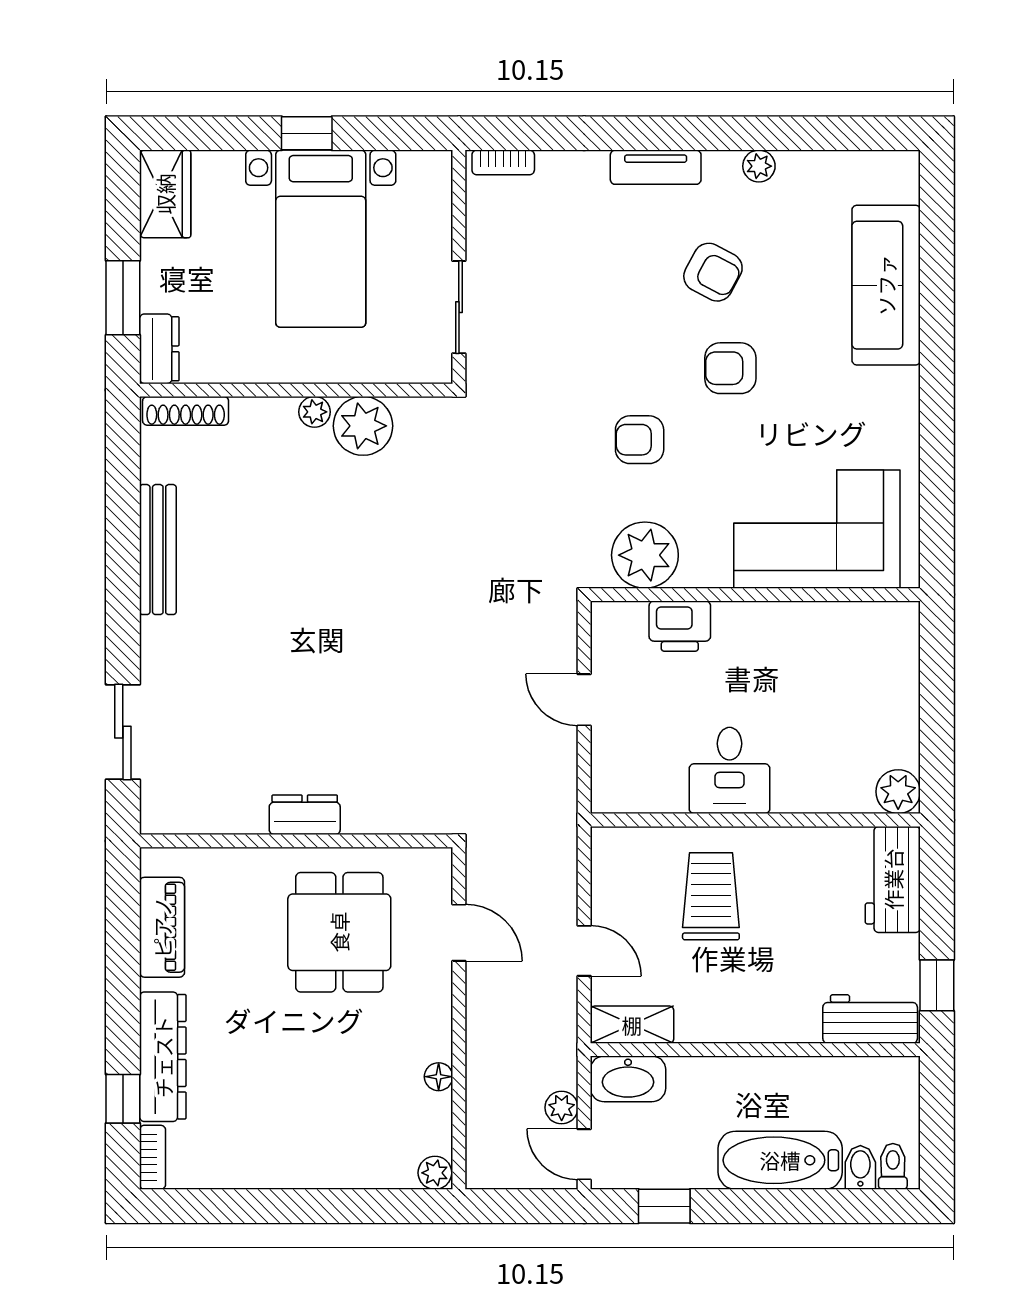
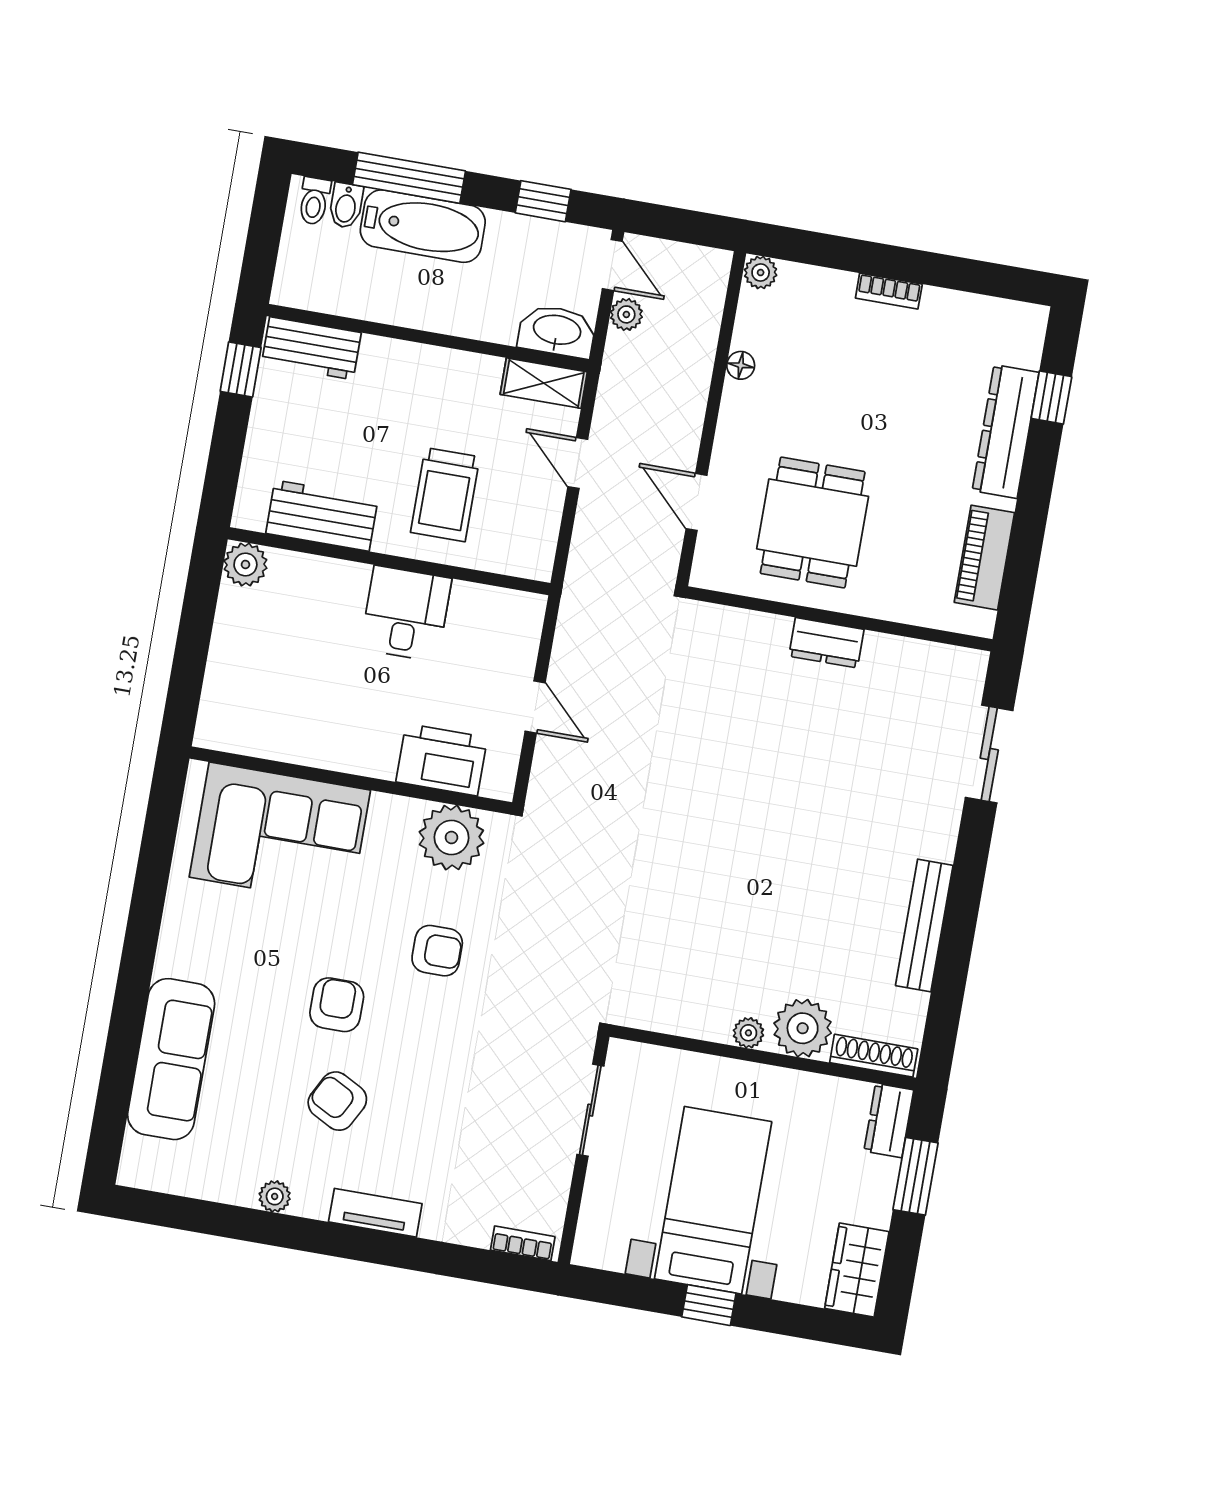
armchair: (730, 368) -> (337, 1005), turned -90
plant: (363, 426) -> (803, 1028), moved
printer: (680, 626) -> (442, 760), width x1.37, depth x1.19
workbench: (893, 879) -> (322, 516), moved, turned -90
bookcase: (152, 1157) -> (889, 291), moved, turned -90
window: (802, 1206) -> (409, 178), added

